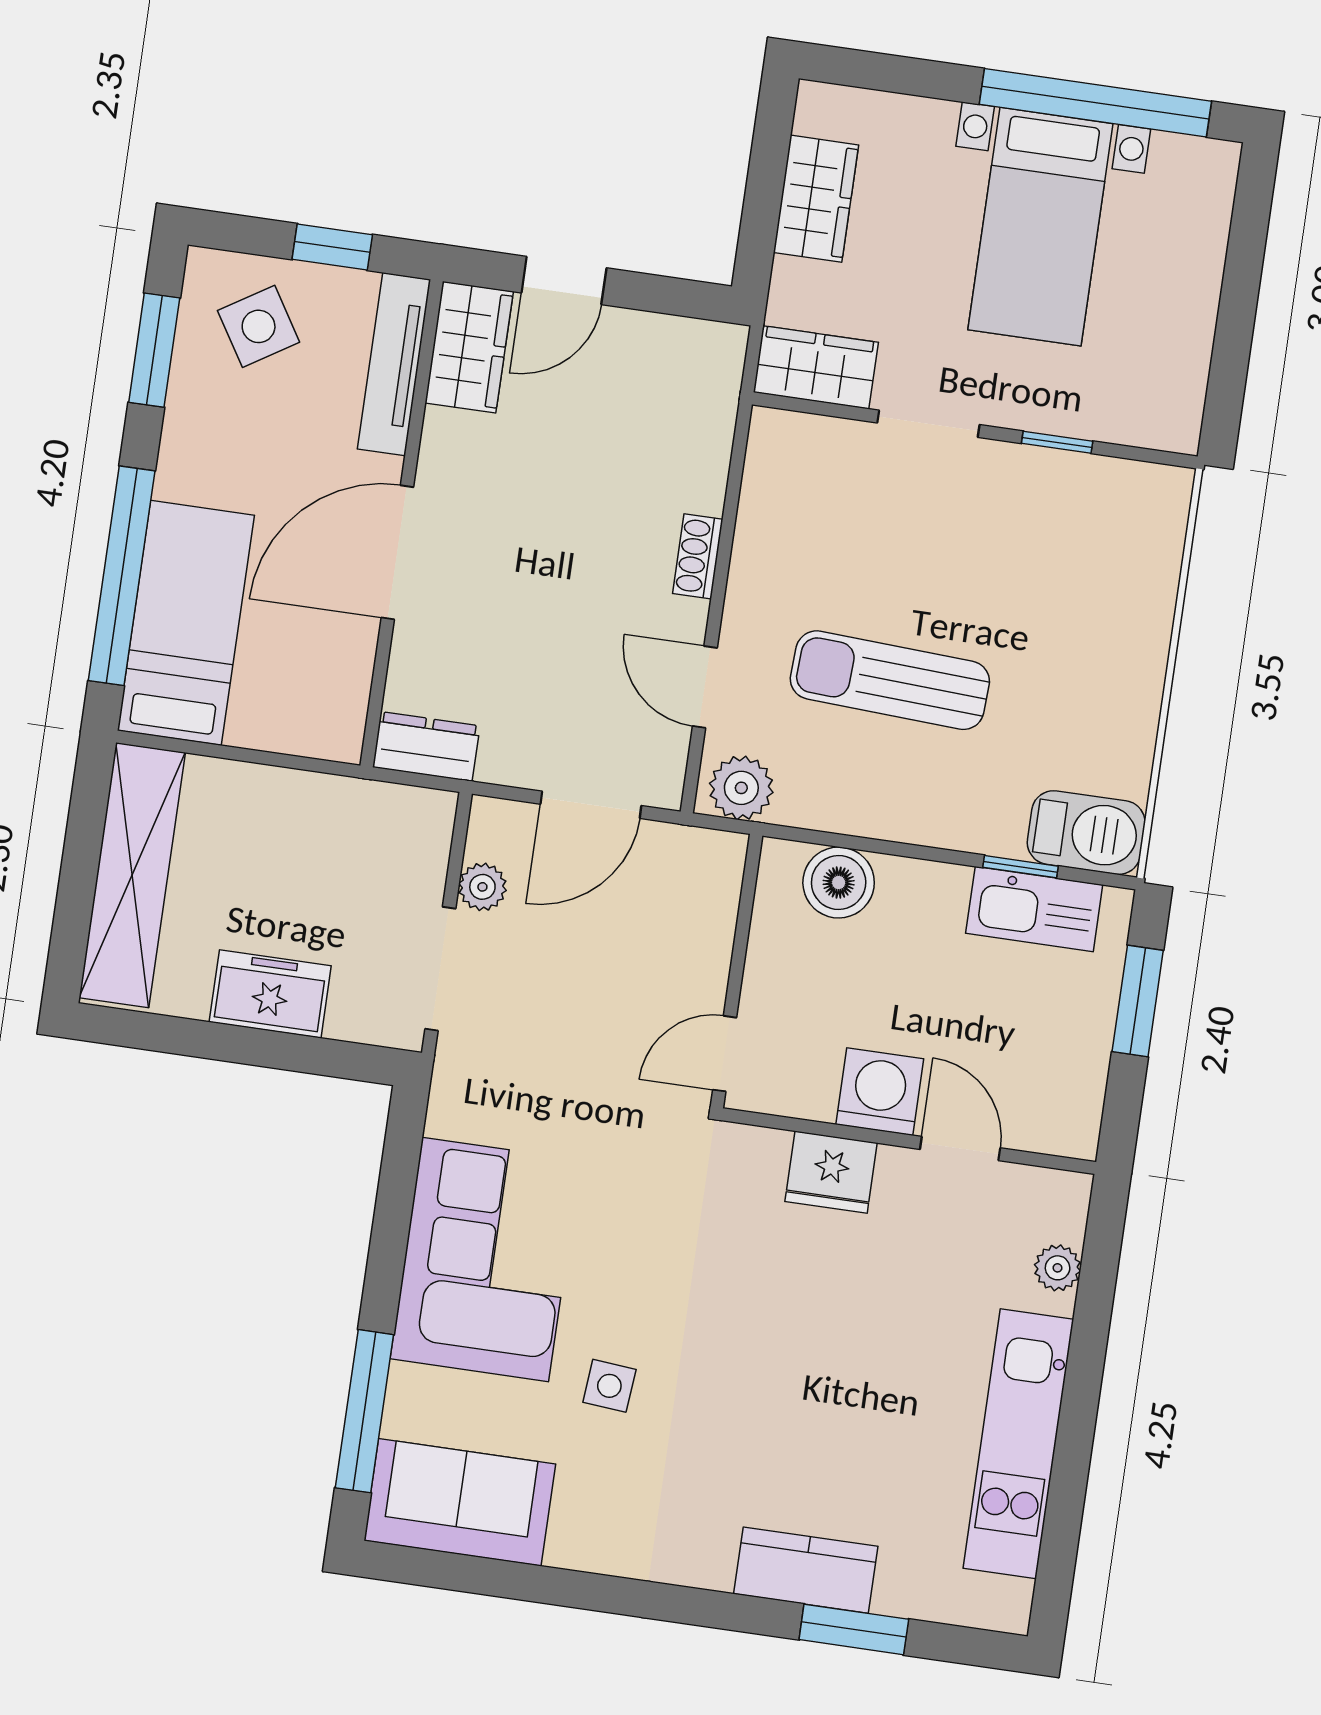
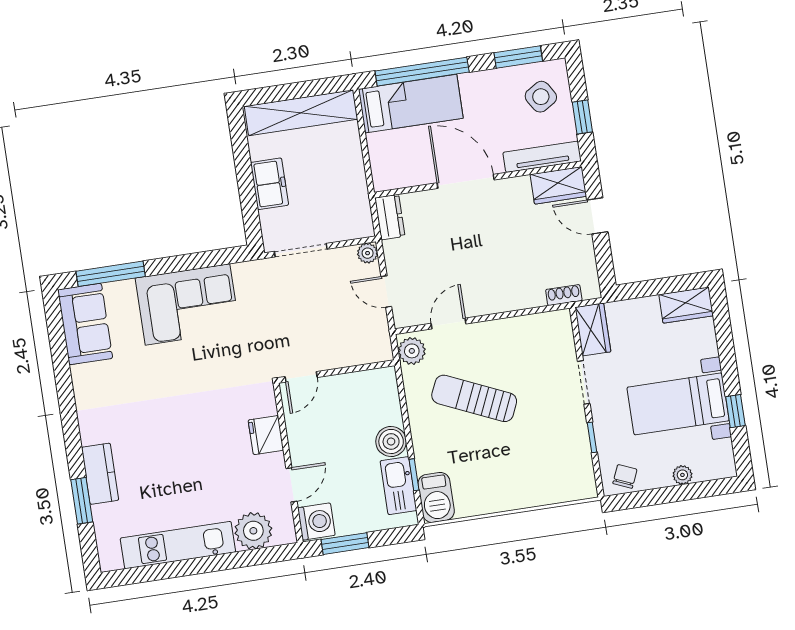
window: (1095, 103) -> (735, 411), width x0.32
wardrobe: (816, 199) -> (686, 305), moved
plant: (1203, 265) -> (682, 475), added
chair: (1167, 395) -> (625, 476), added
shoe rack: (698, 556) -> (564, 295), moved
sun lounger: (890, 680) -> (474, 398), turned -69
door: (591, 805) -> (386, 292), width x0.73
boiler: (839, 883) -> (391, 441), moved
plant: (482, 887) -> (368, 253), moved
window: (1138, 1001) -> (345, 544), moved
door: (725, 1054) -> (301, 377), swing flipped
washing machine: (880, 1092) -> (316, 522), moved
plant: (1058, 1268) -> (253, 531), width x1.87, depth x1.87
side table: (609, 1386) -> (151, 371), removed

